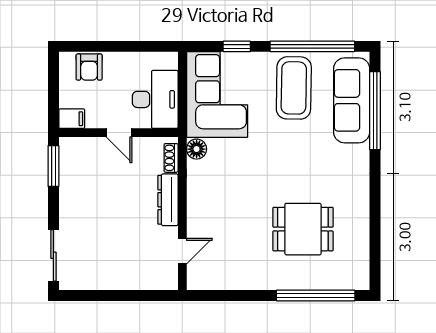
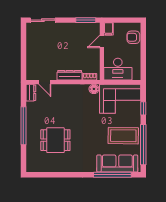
door: (119, 133) -> (102, 41), moved
dining table: (303, 229) -> (55, 140), turned 90
dresser: (204, 280) -> (31, 93), added
window: (316, 296) -> (23, 126), moved

